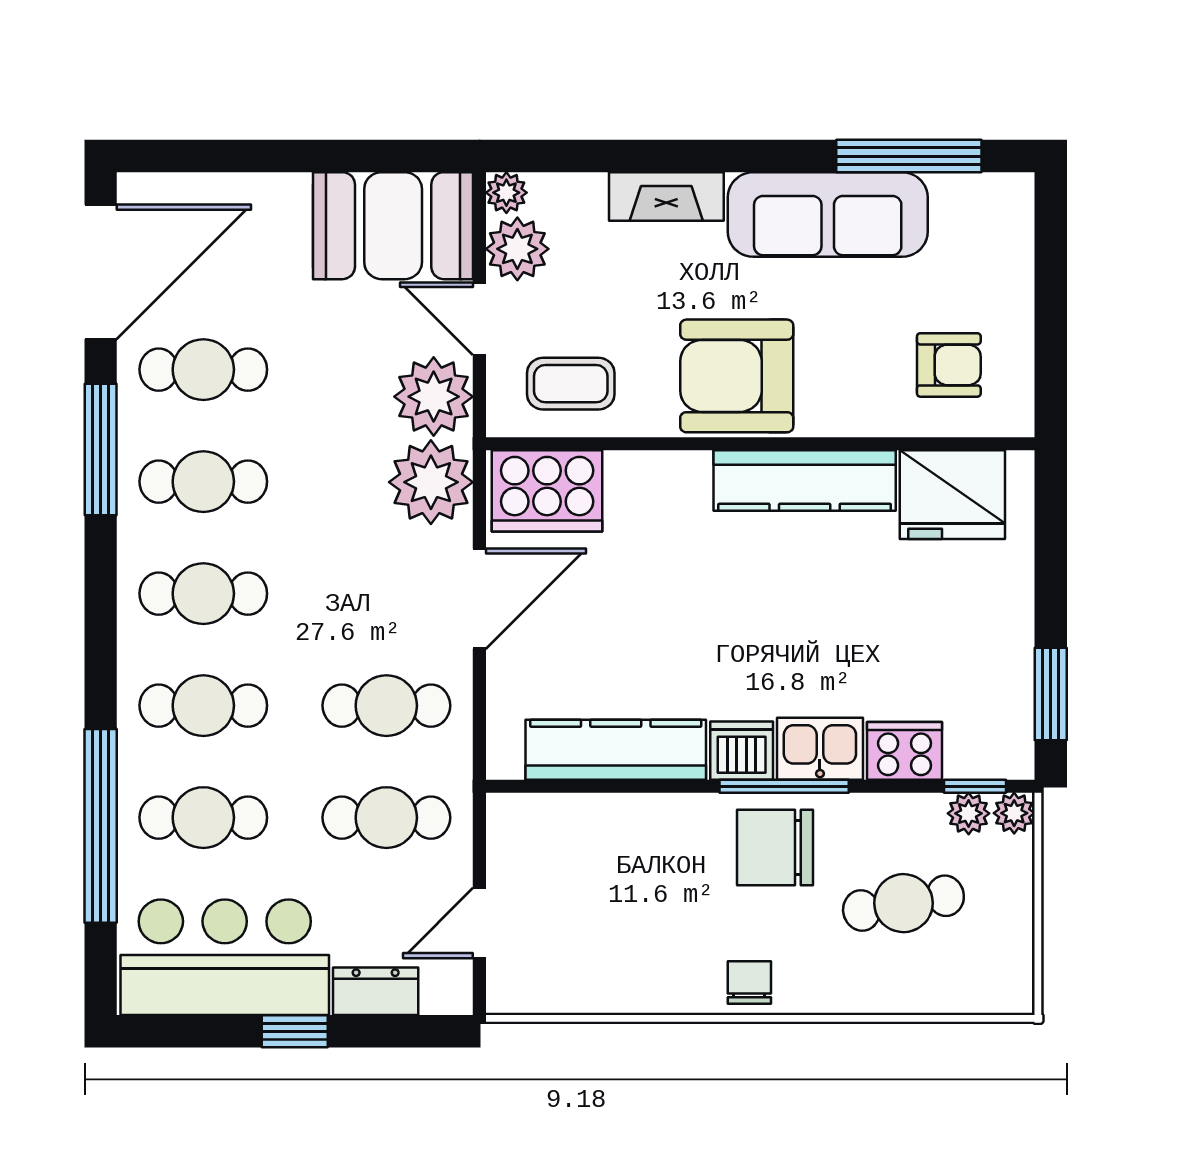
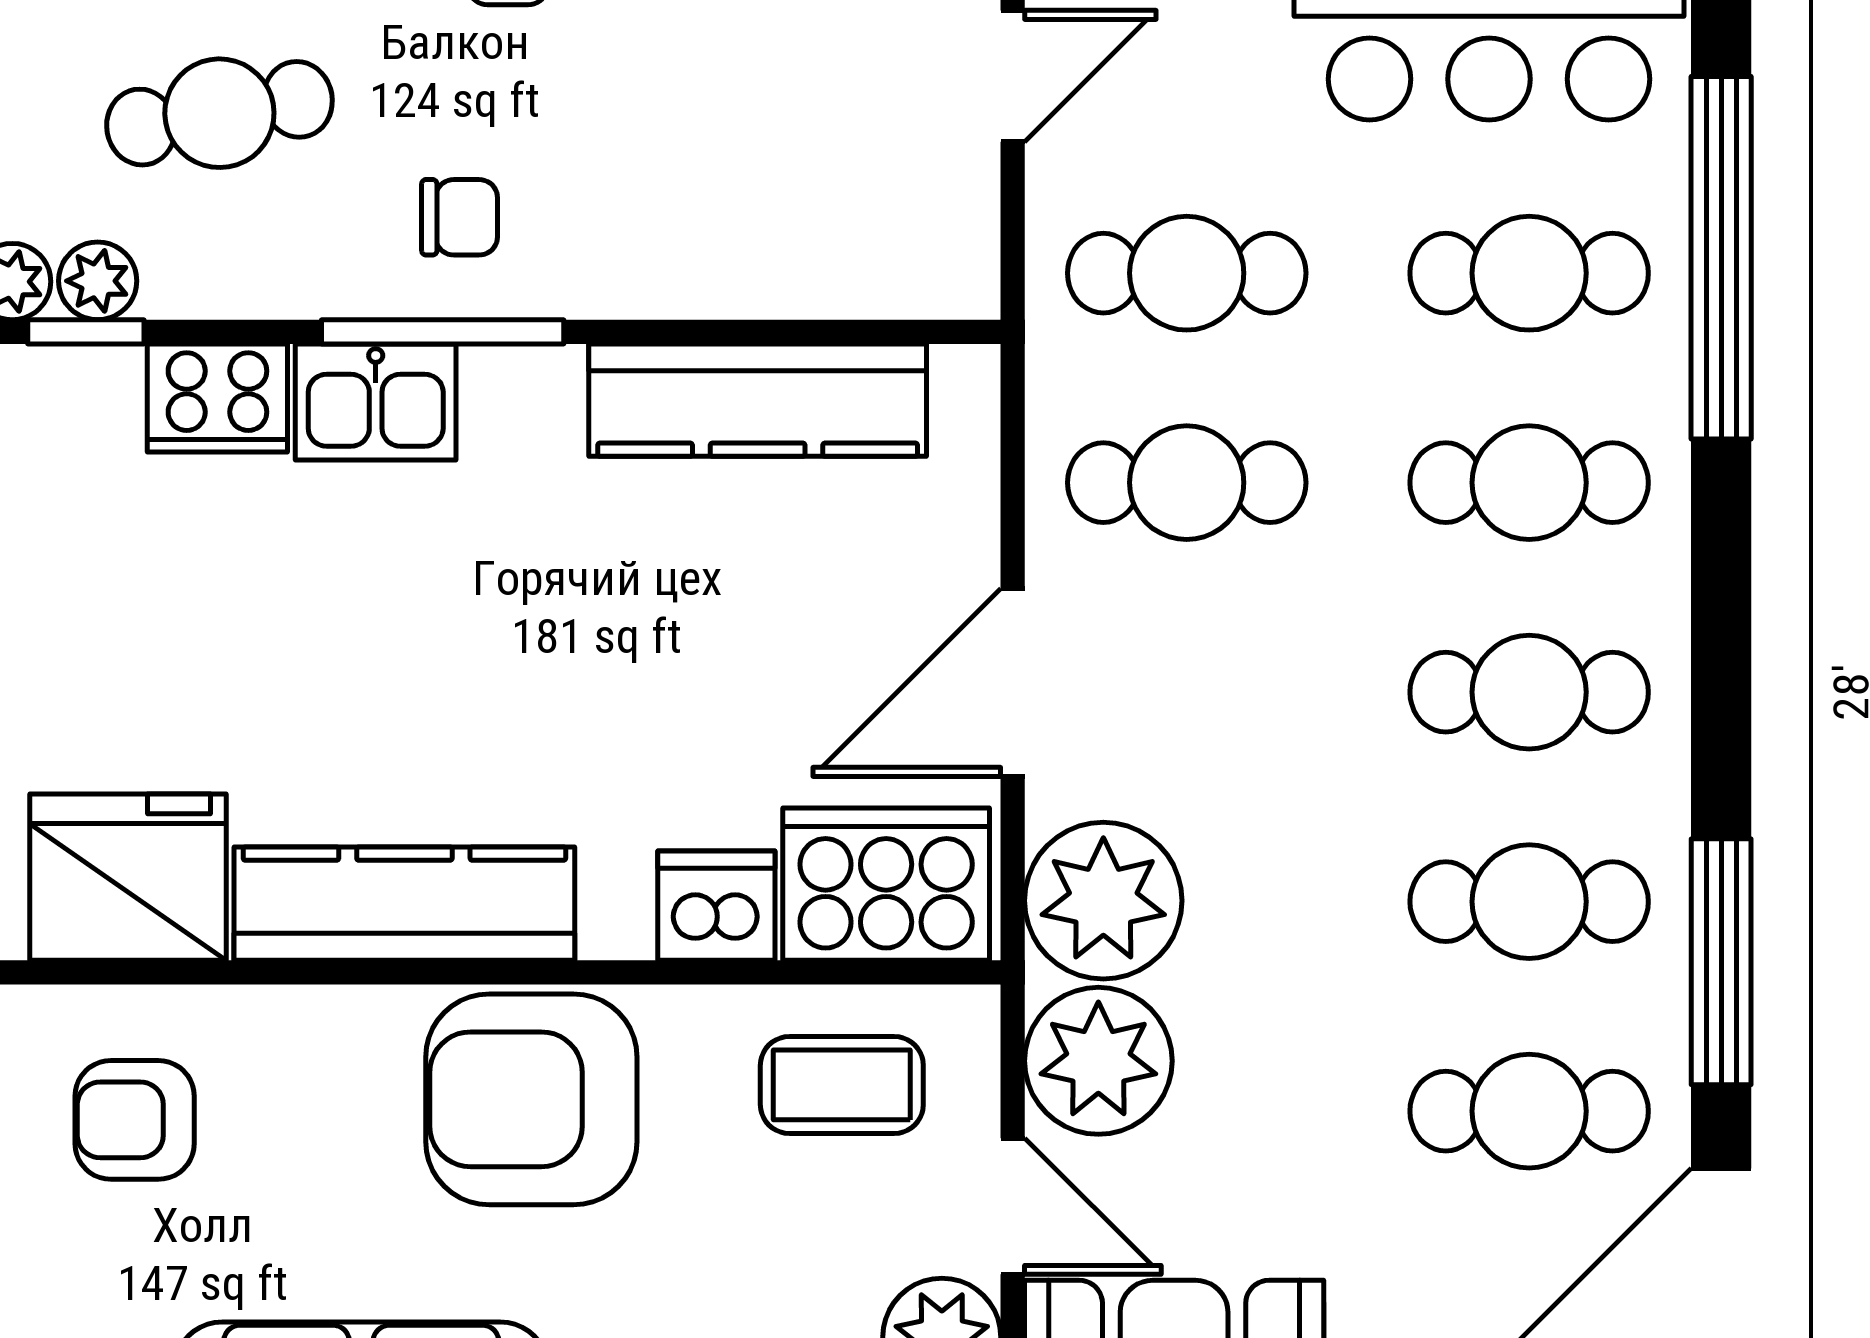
armchair: (737, 376) -> (531, 1099), turned 180
dishwasher: (742, 751) -> (716, 906), moved, turned 180
chair: (775, 847) -> (460, 217), width x0.54, depth x0.54

